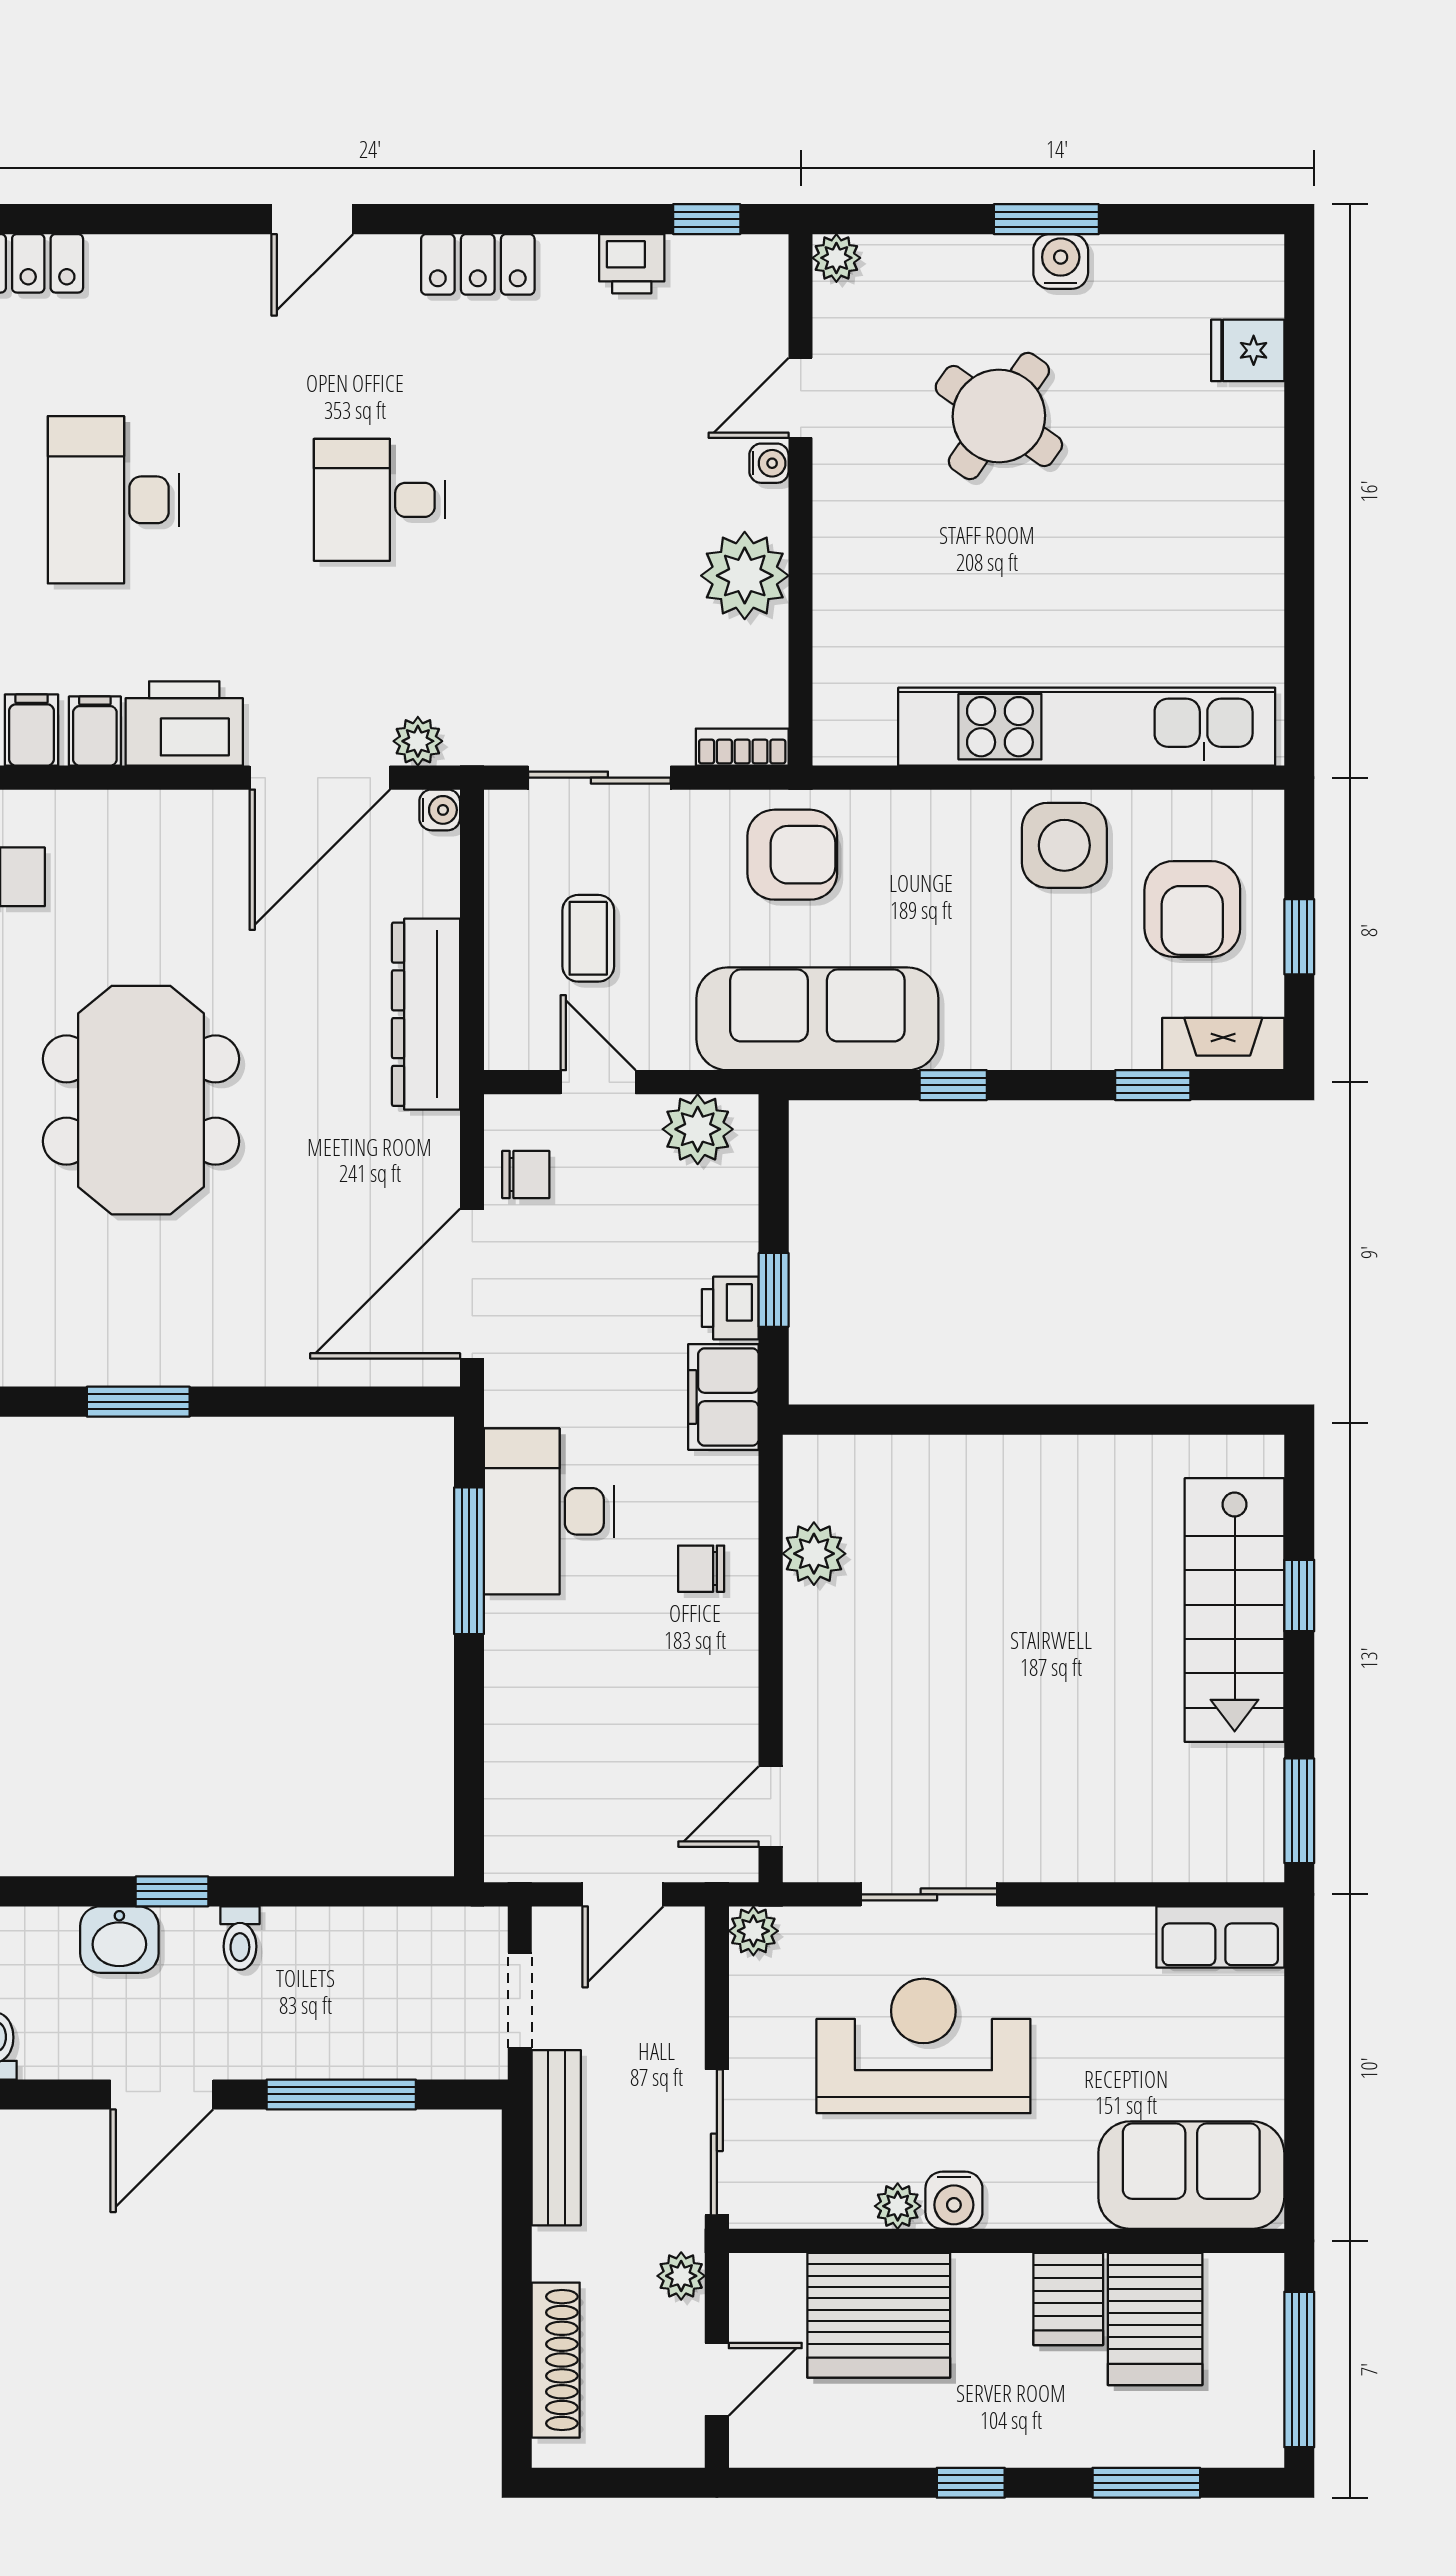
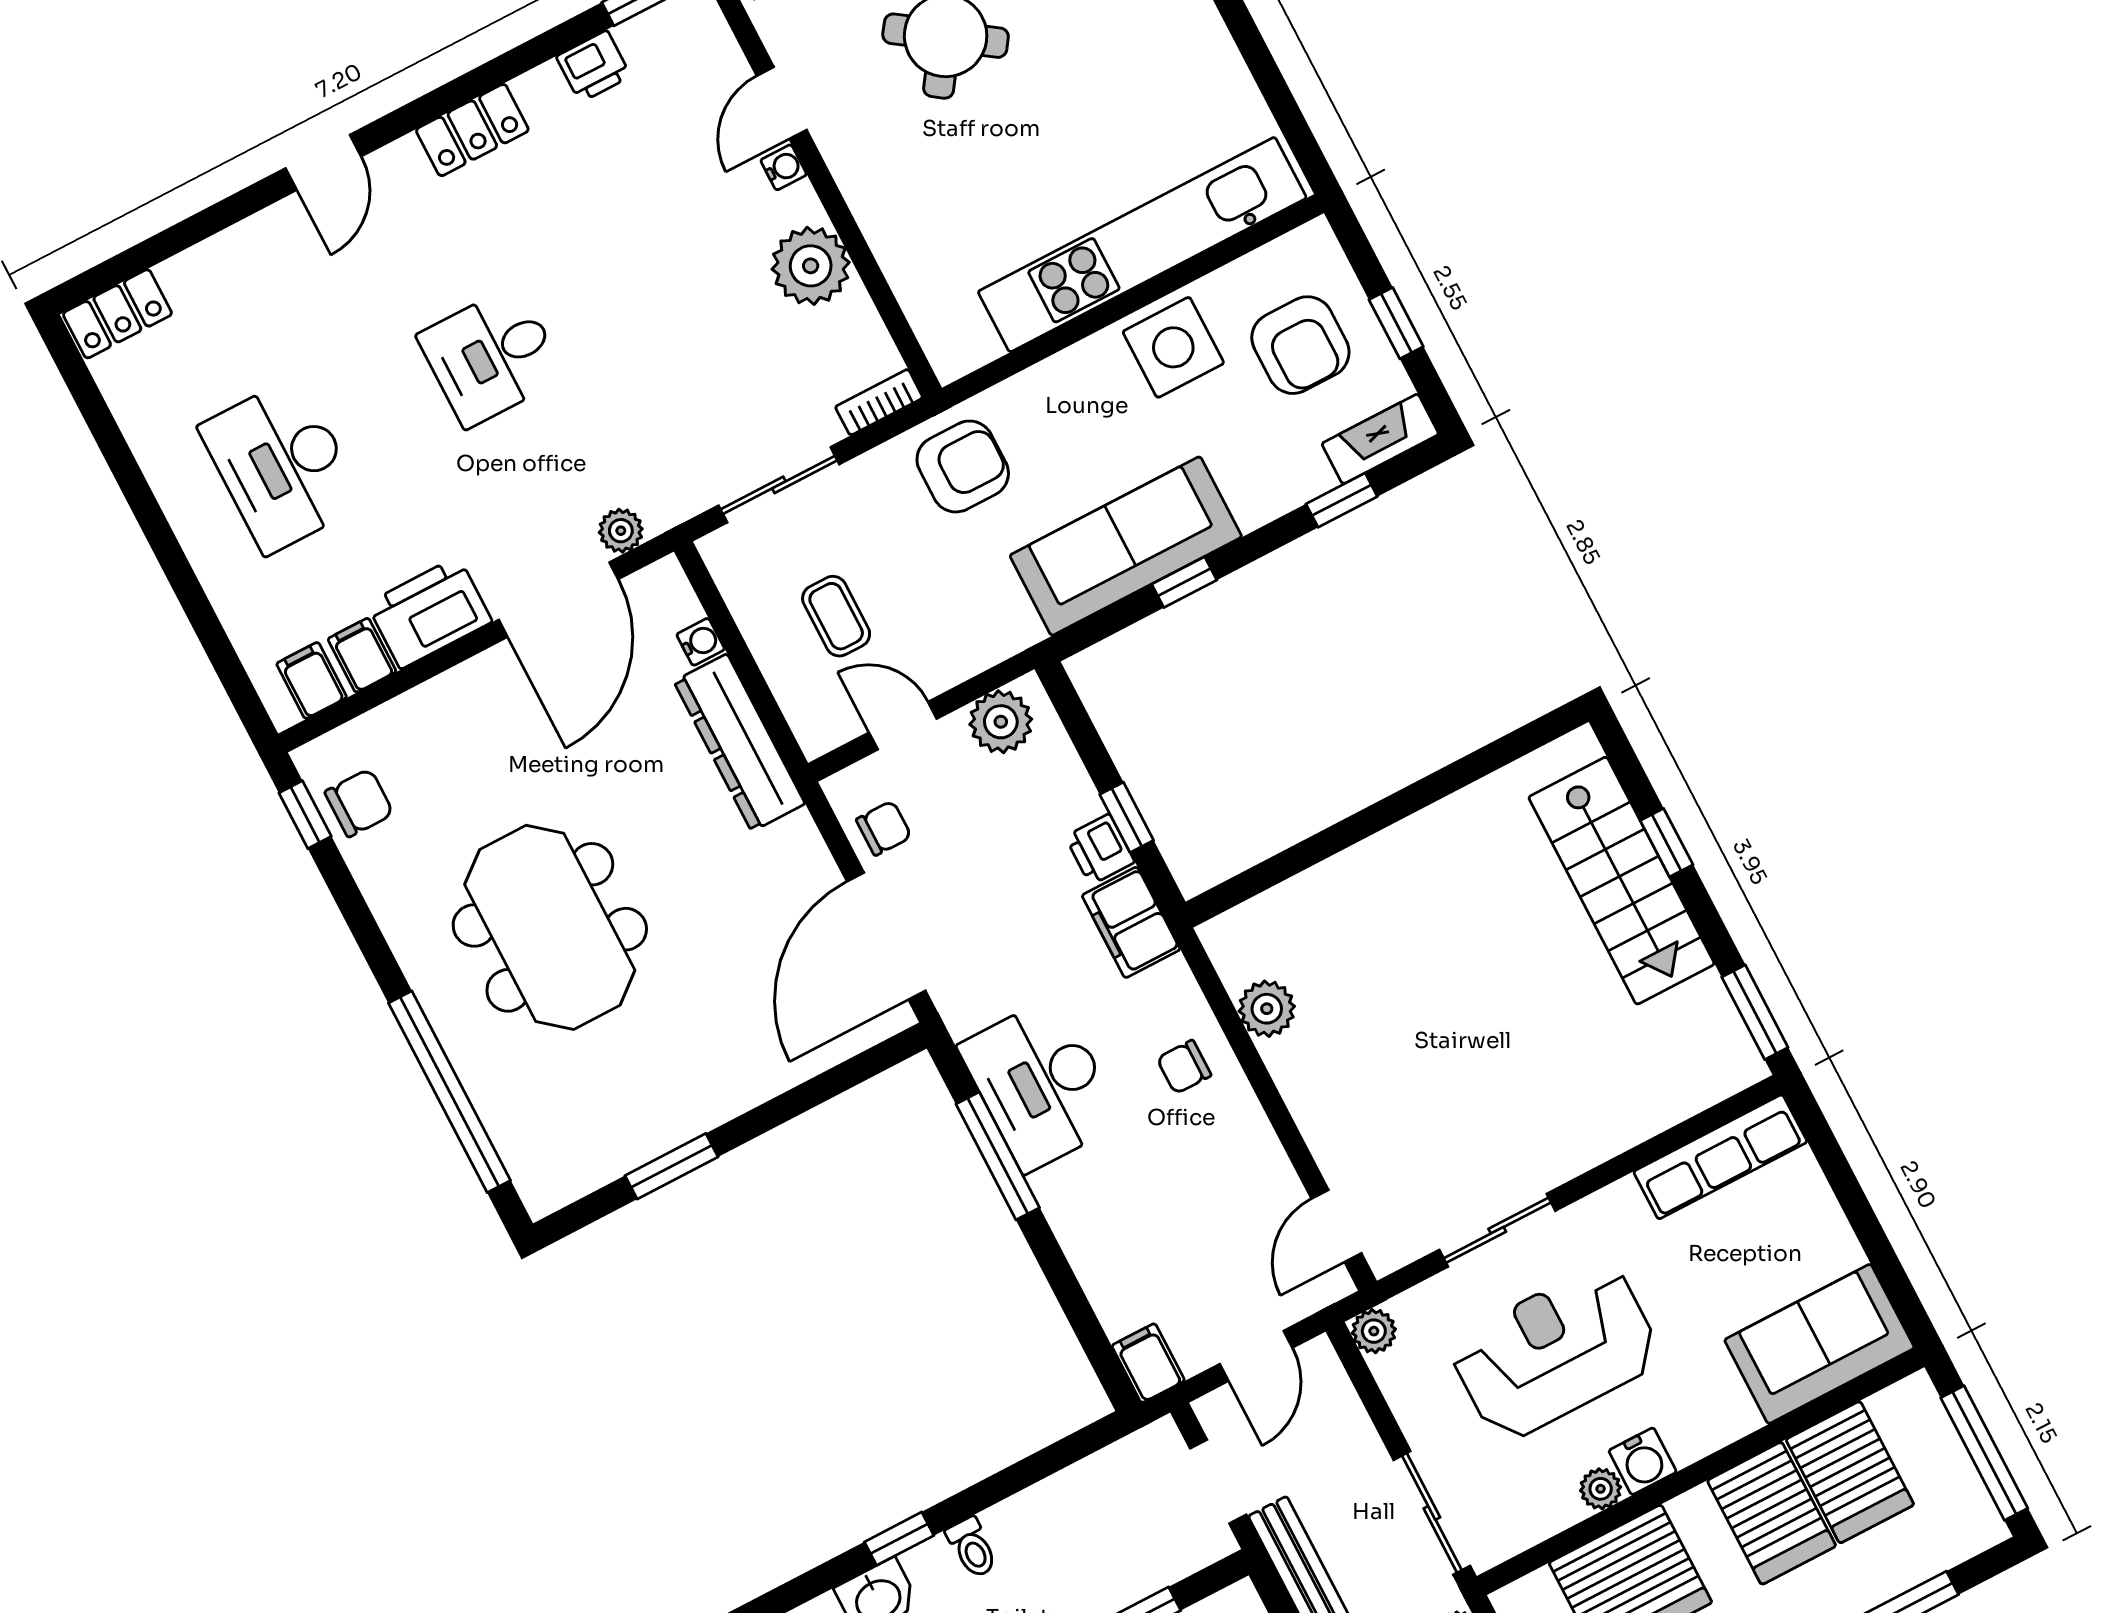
water cooler: (440, 810) -> (701, 642), moved
sofa: (817, 1019) -> (1126, 546), moved
filing cabinet: (512, 1846) -> (1148, 1363), added
row of seats: (1220, 1937) -> (1720, 1157), width x1.48
server rack: (1068, 2299) -> (1772, 1513), width x1.36, depth x1.44

